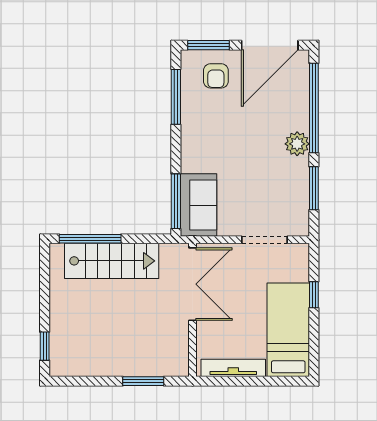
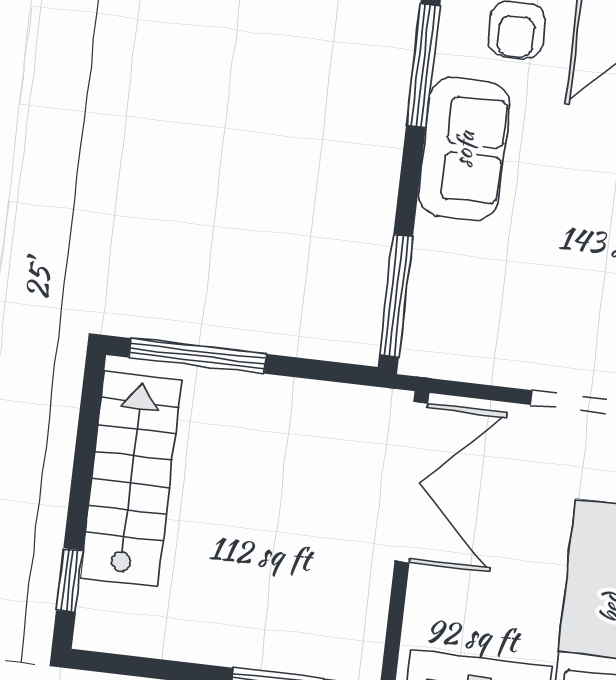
sofa: (198, 205) -> (464, 149), moved
stairs: (112, 261) -> (131, 479), moved, turned -90

